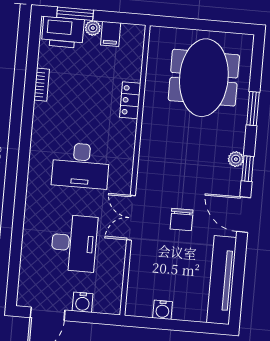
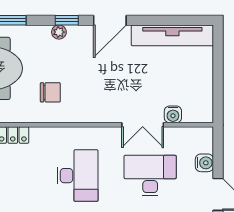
double door: (131, 218) -> (143, 125), moved
chair: (182, 220) -> (50, 92), moved
water cooler: (163, 310) -> (173, 114), moved, turned 90

